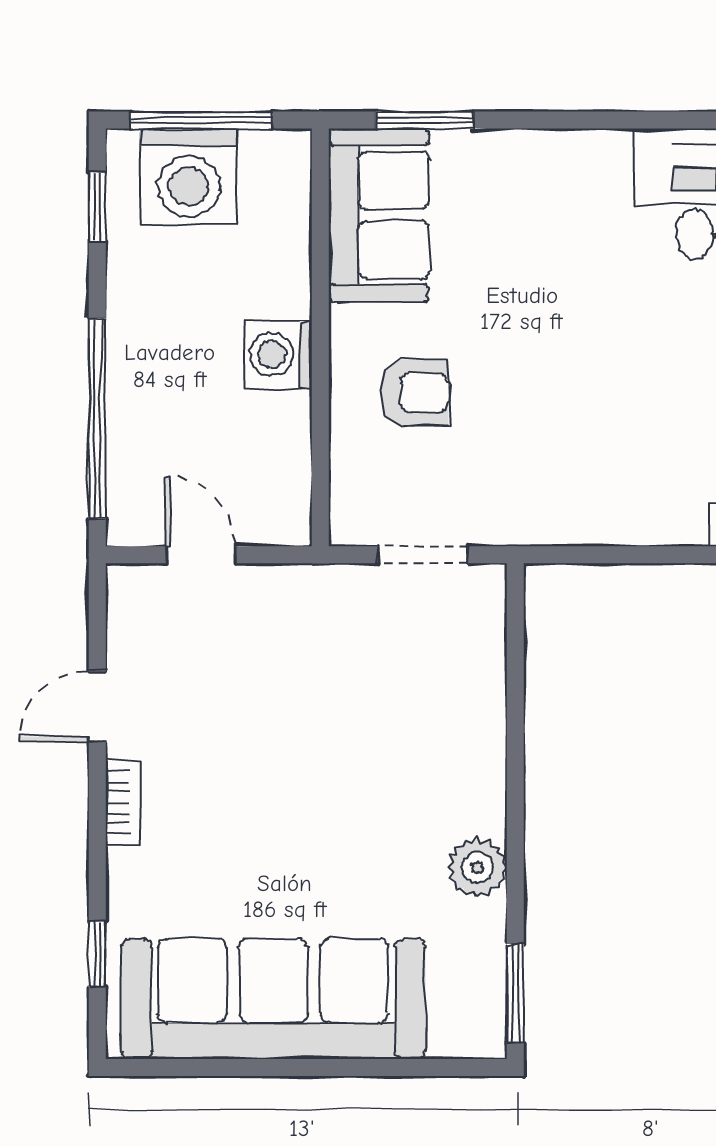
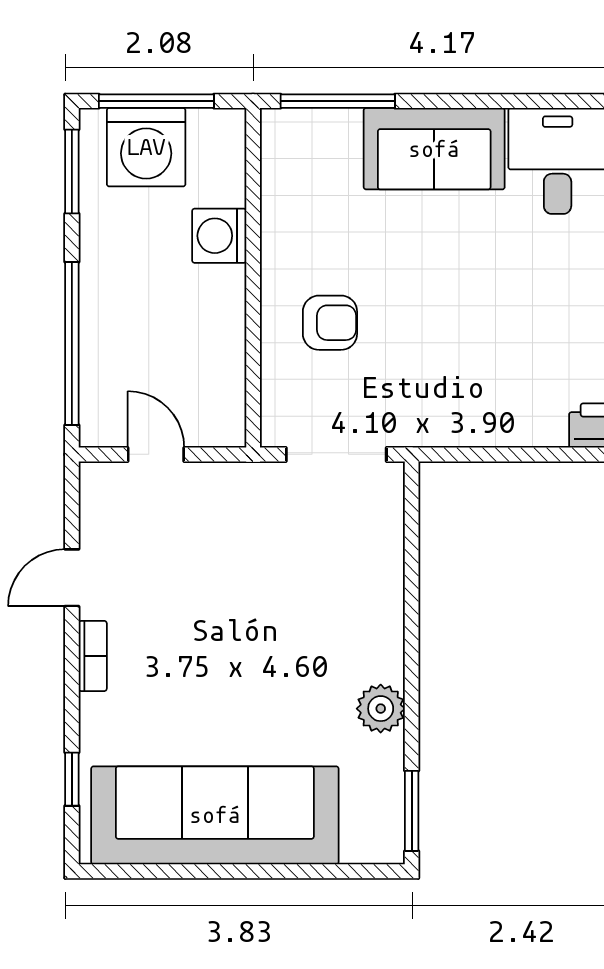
window: (424, 120) -> (338, 101), width x1.44
window: (97, 207) -> (72, 172), width x1.50
sofa: (379, 215) -> (434, 149), moved, turned 90
washing machine: (279, 355) -> (219, 236), moved
doorway: (423, 555) -> (336, 454), width x1.38

